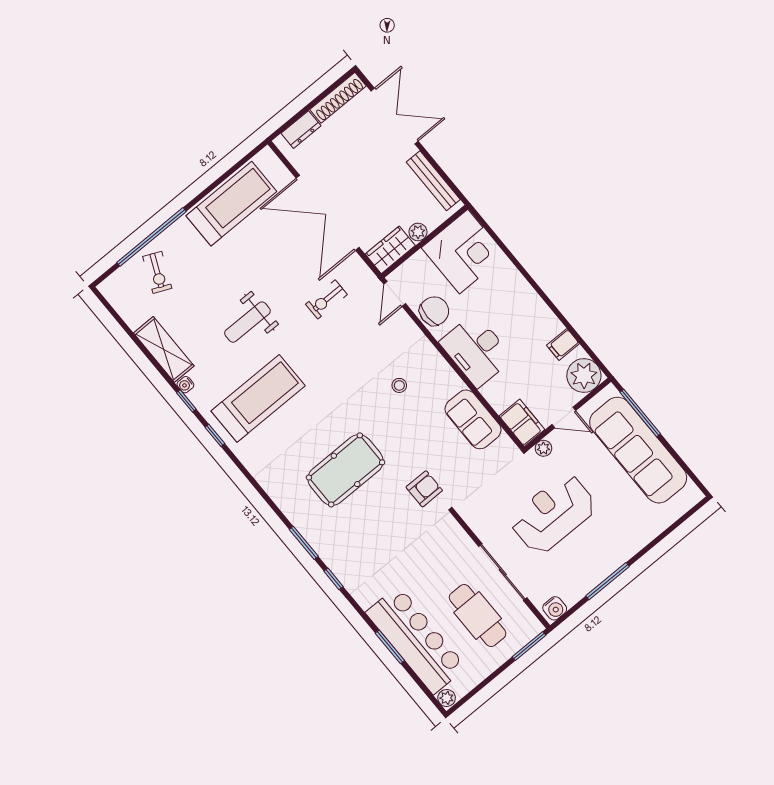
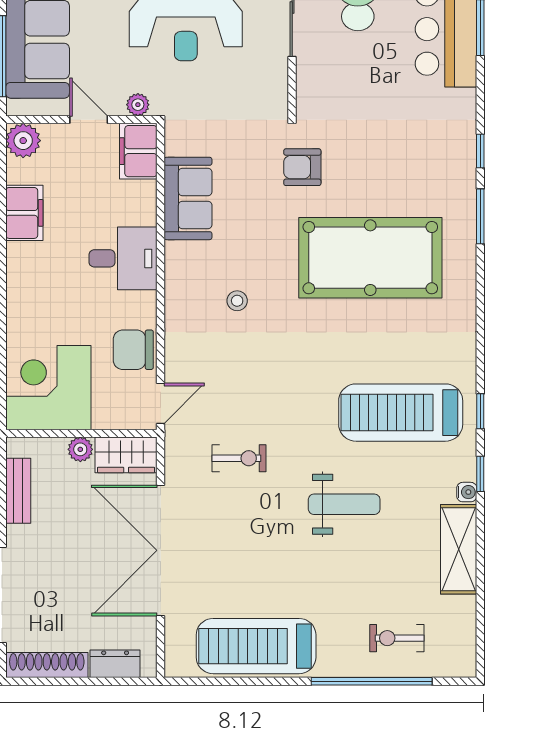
bench: (433, 181) -> (18, 491), width x0.73
double door: (328, 213) -> (161, 550), swing flipped
exercise bike: (157, 272) -> (397, 638), turned -114
filing cabinet: (563, 344) -> (24, 213), width x2.00
desk: (476, 350) -> (123, 258), width x0.73
plant: (584, 376) -> (23, 141), width x0.73, depth x0.73
pool table: (346, 470) -> (370, 258), width x1.36, depth x1.32

